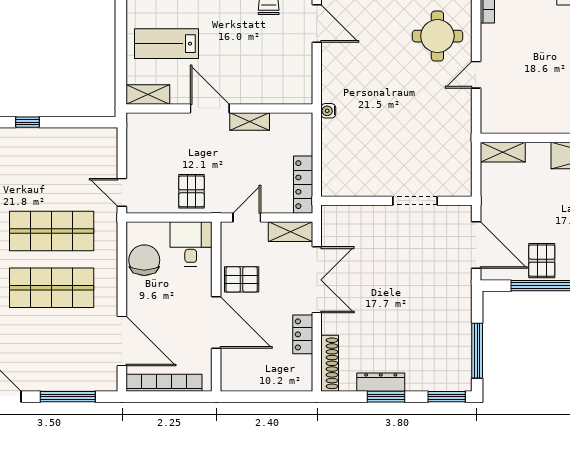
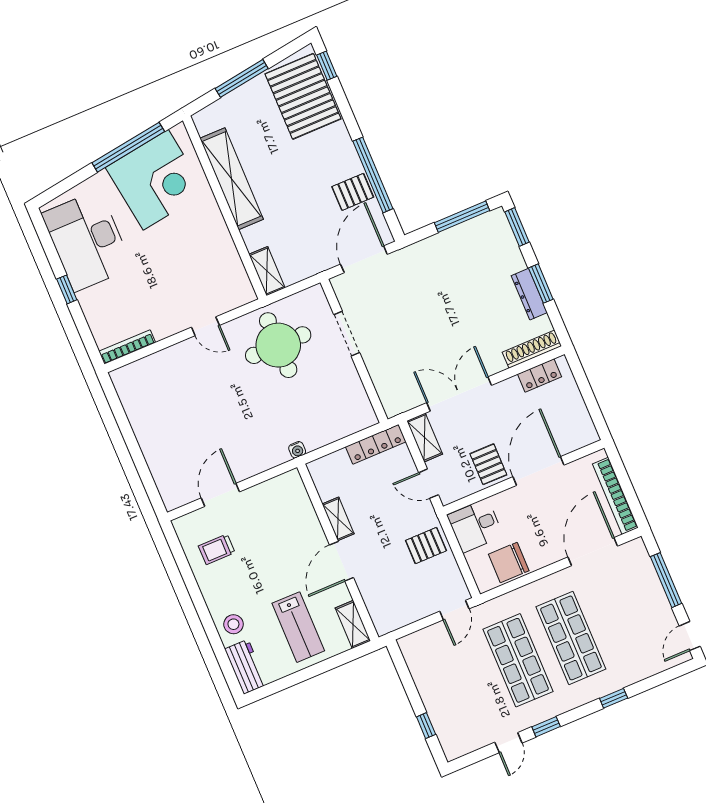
round table: (437, 36) -> (278, 345), moved, width x1.36, depth x1.36
locker: (303, 334) -> (540, 375), moved

